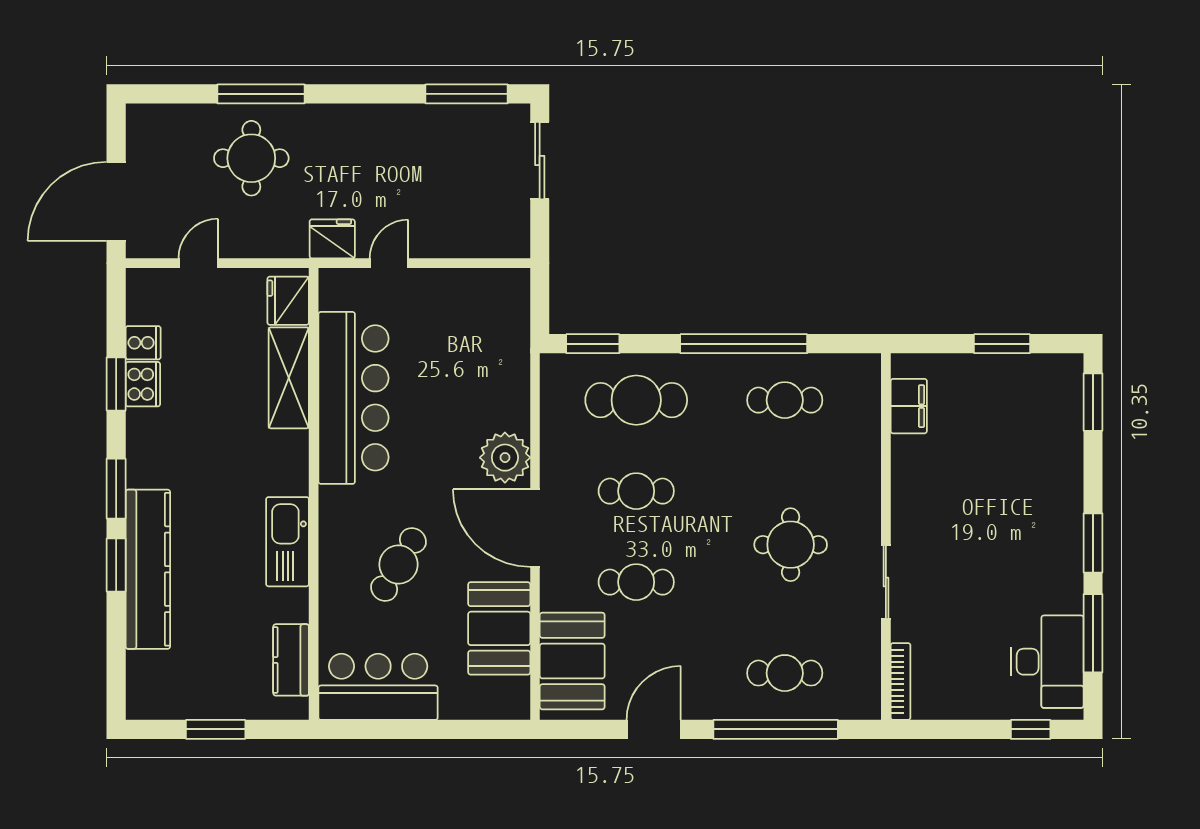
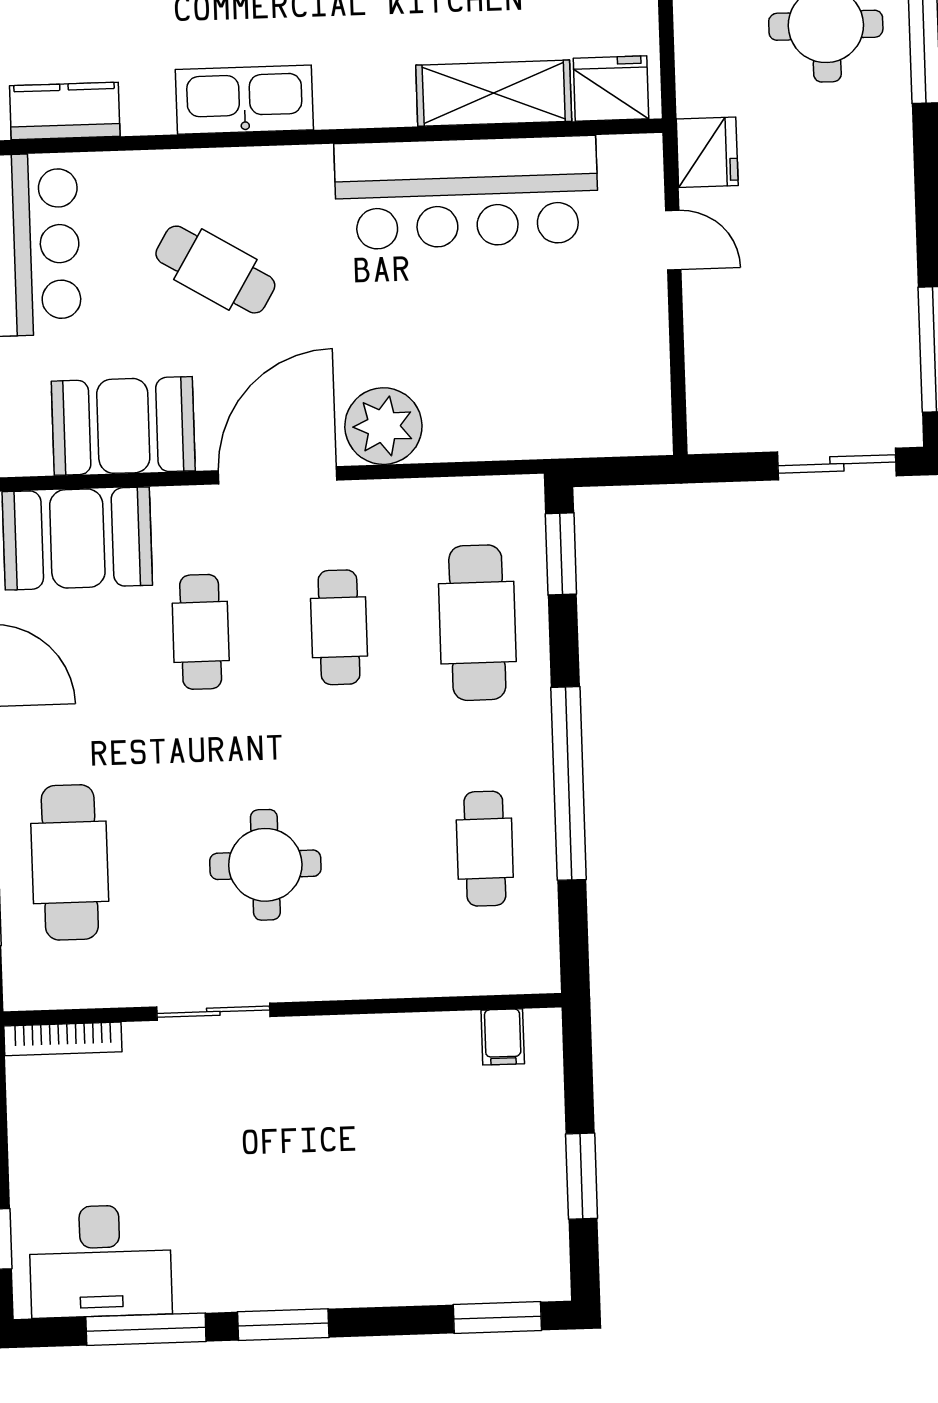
filing cabinet: (909, 406) -> (503, 1037), width x0.50
cafe table: (785, 673) -> (70, 862), width x1.37, depth x1.35

